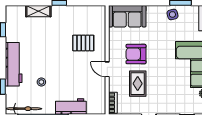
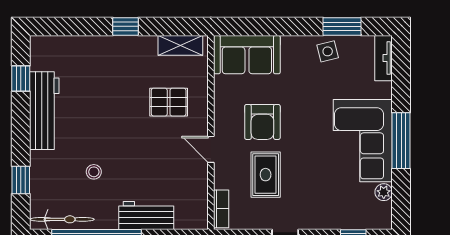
shelving: (38, 11) -> (180, 45), moved
armchair: (136, 54) -> (262, 122), turned -90
workbench: (14, 64) -> (44, 111), moved

